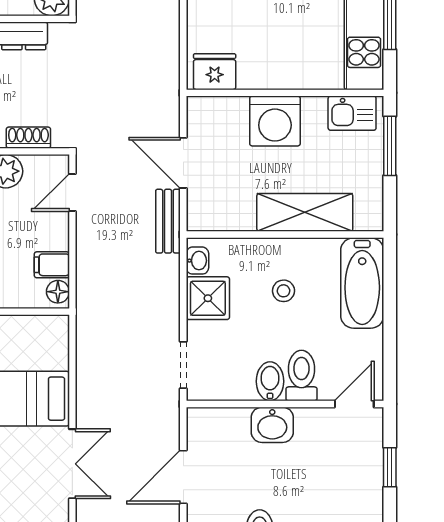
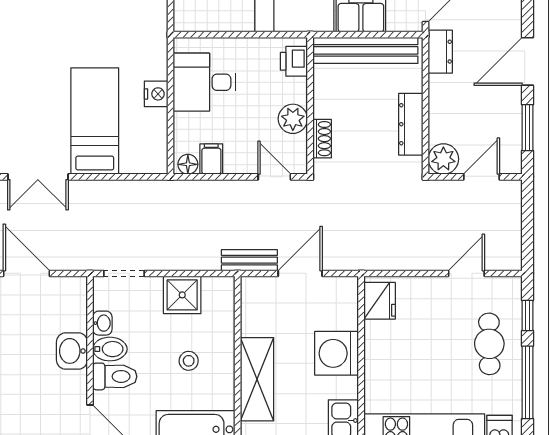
washbasin: (197, 261) -> (102, 323), moved, turned -90

